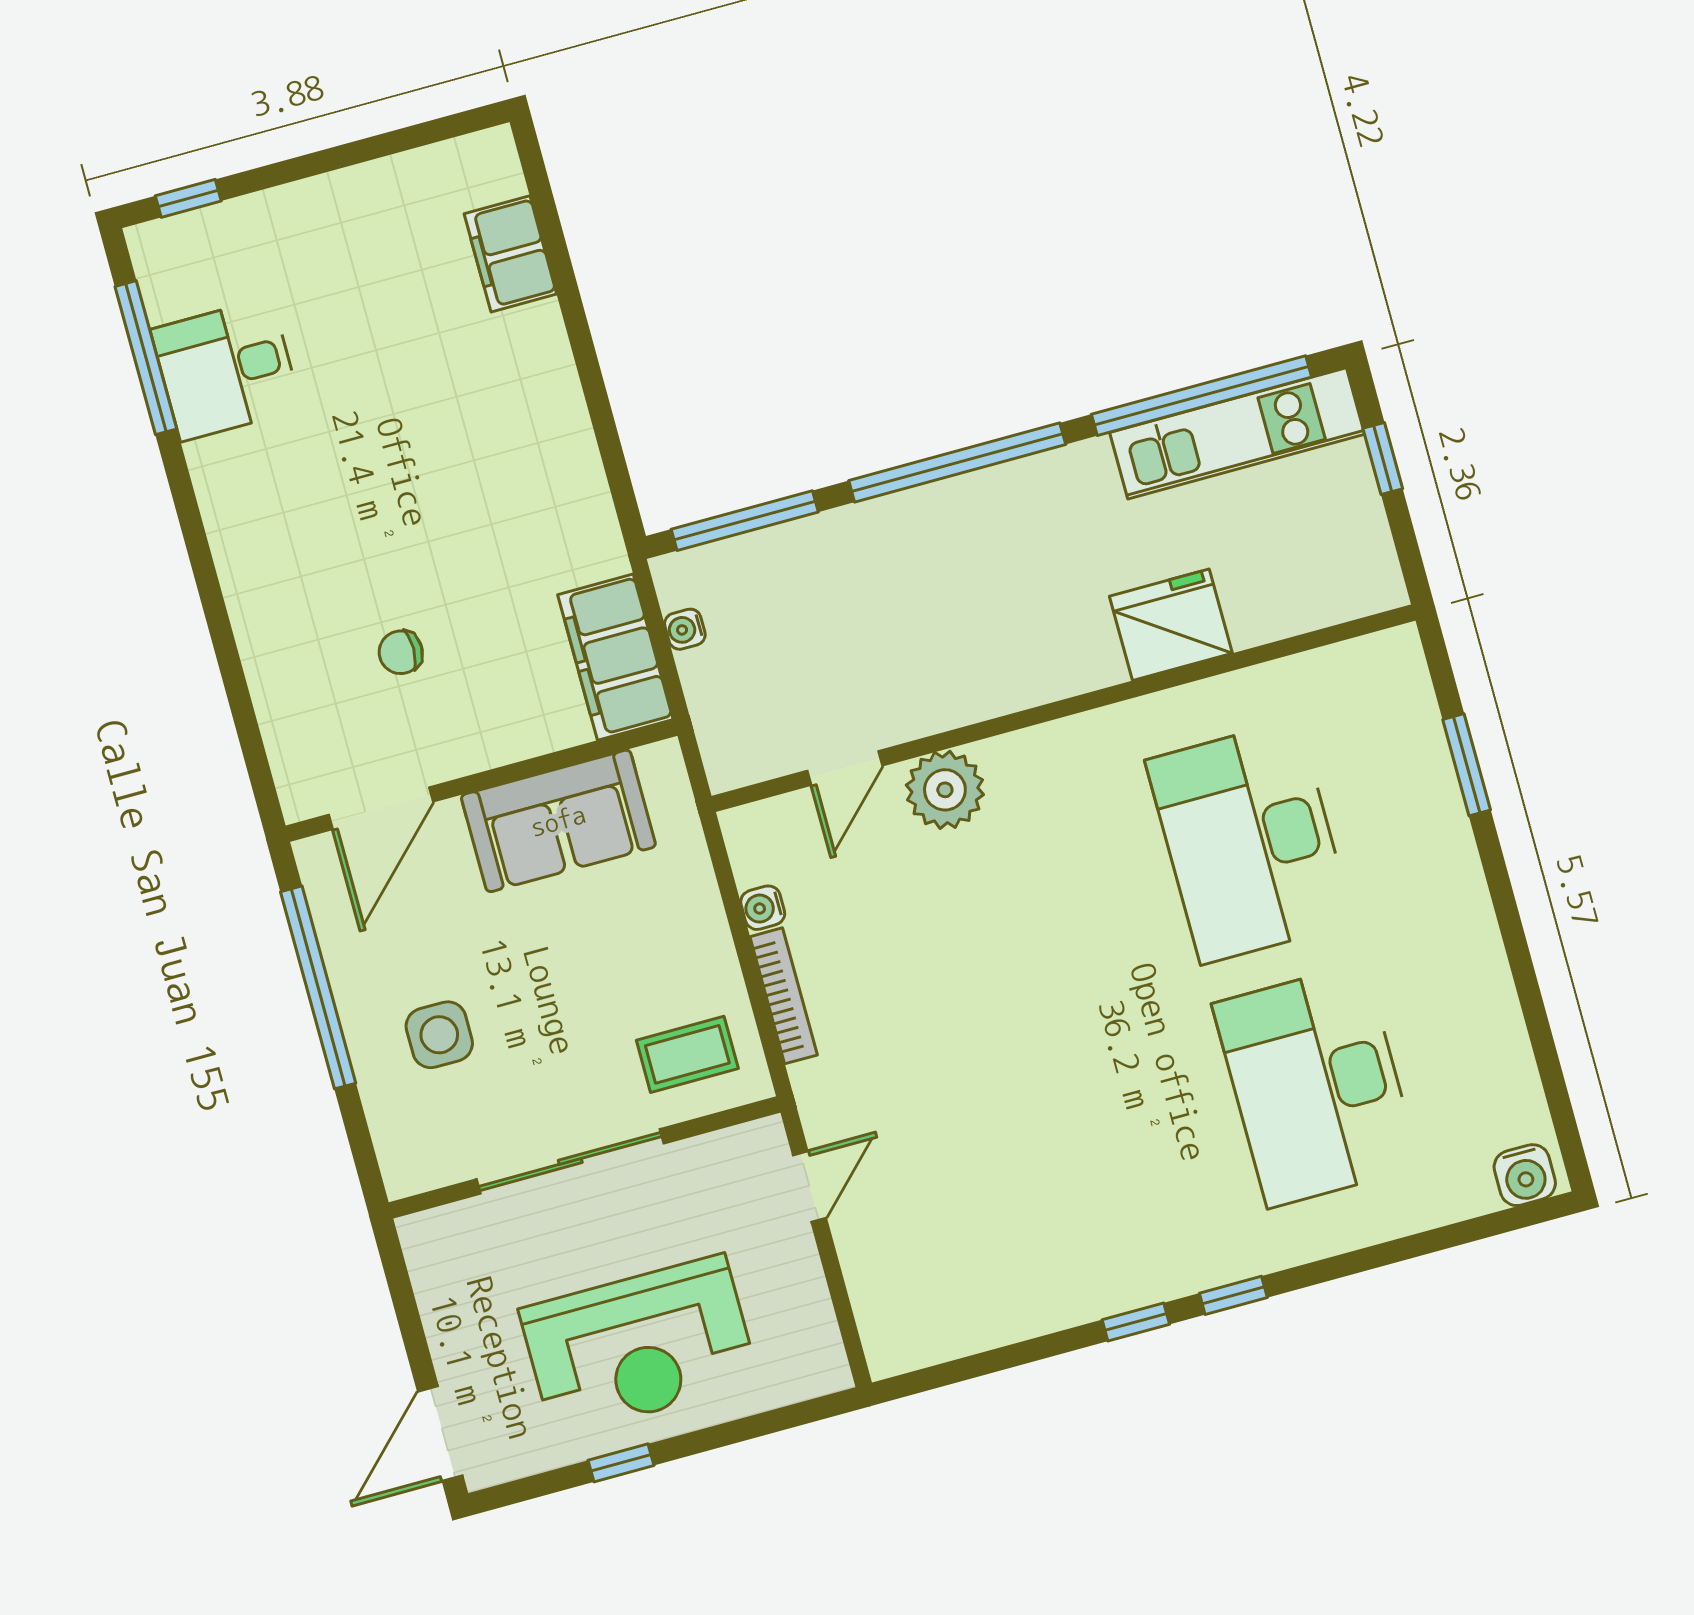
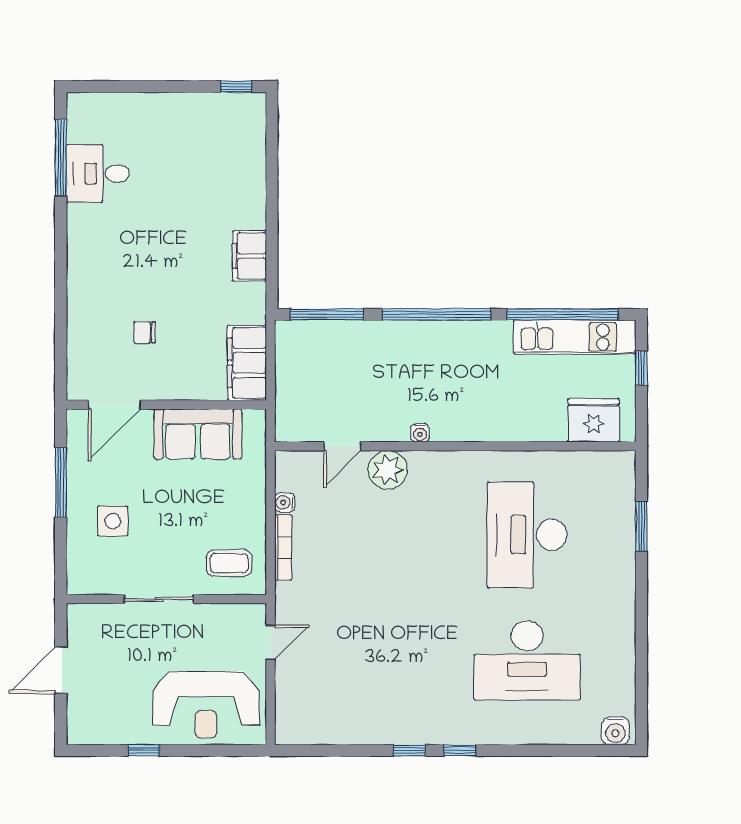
window: (188, 198) -> (237, 87), moved
filing cabinet: (510, 254) -> (249, 256), moved
fridge: (1171, 625) -> (594, 420), moved
water cooler: (685, 629) -> (420, 433), moved, turned -90
window: (318, 987) -> (61, 482), width x0.68
desk: (1316, 1085) -> (527, 660), turned -90
sliding door: (570, 1161) -> (159, 599), width x0.73
reception desk: (639, 1346) -> (206, 705), moved
door: (440, 1434) -> (61, 670), moved

